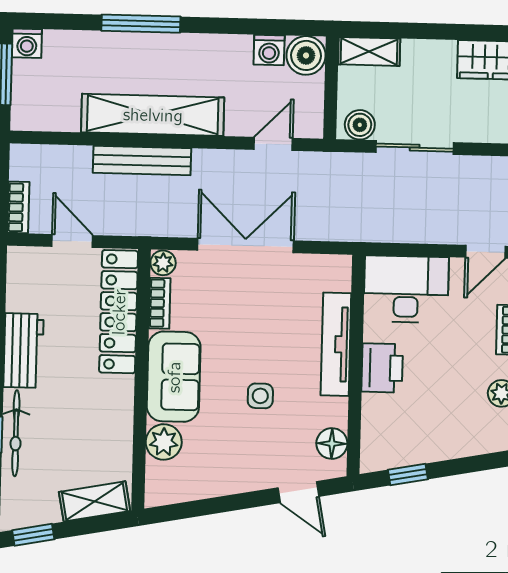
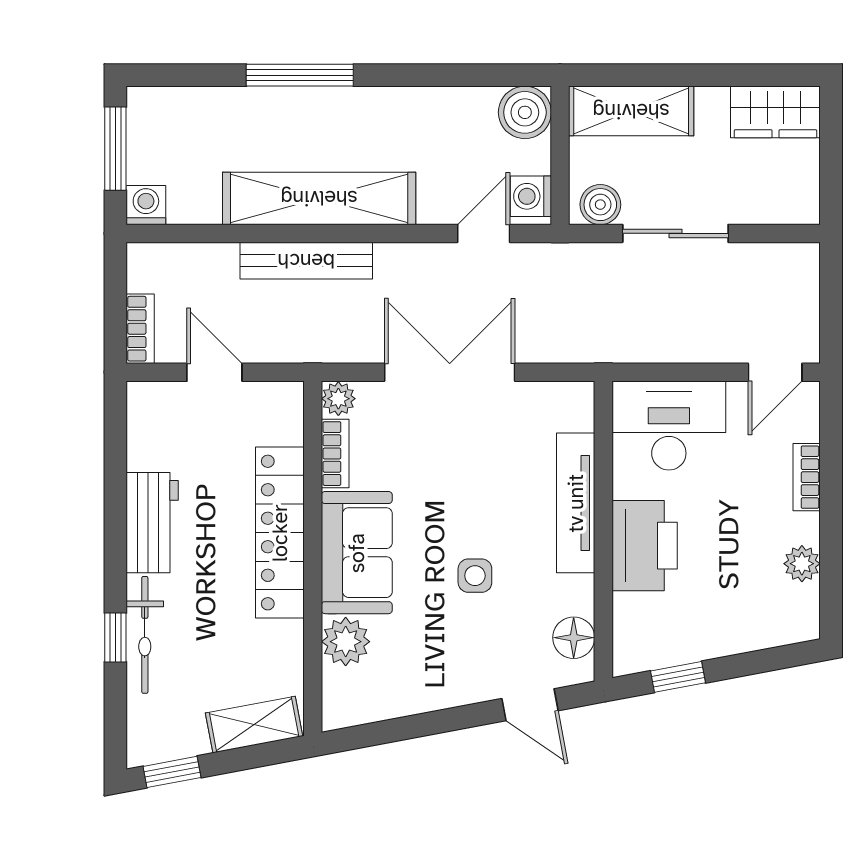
washing machine: (27, 43) -> (146, 205), moved, turned 180
washing machine: (269, 50) -> (531, 196), moved, turned 90
shelving: (369, 51) -> (631, 111), width x1.50, depth x1.33
locker: (119, 312) -> (280, 533), moved
printer: (382, 368) -> (645, 546), width x1.37, depth x1.19

